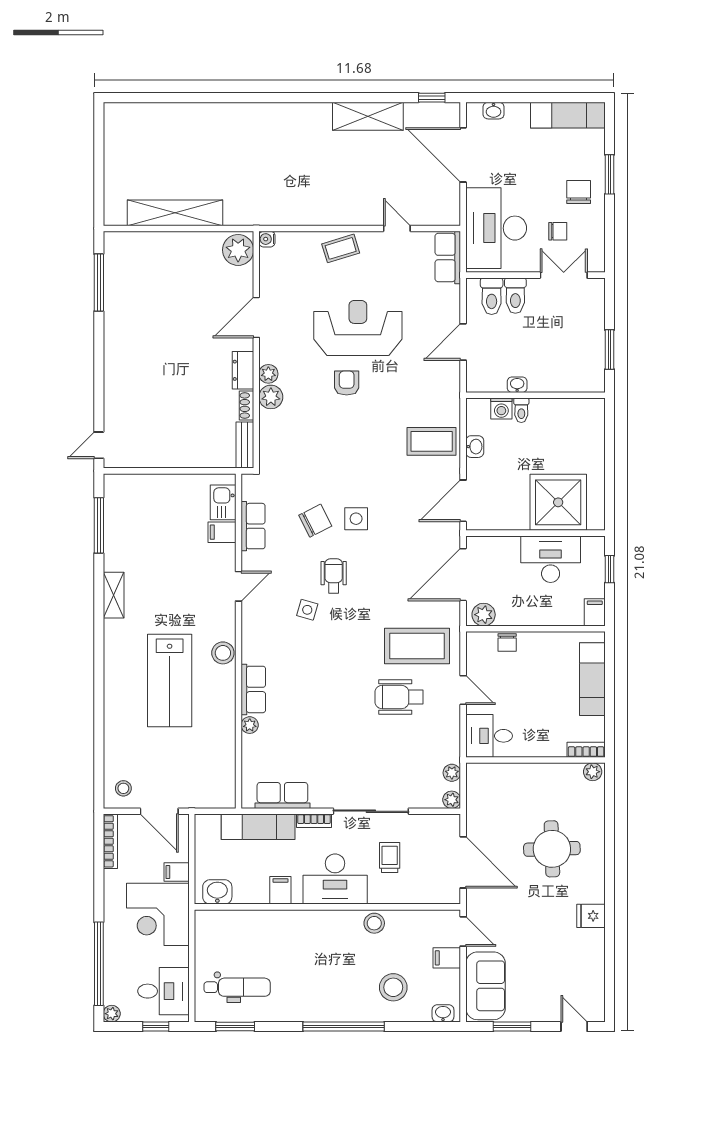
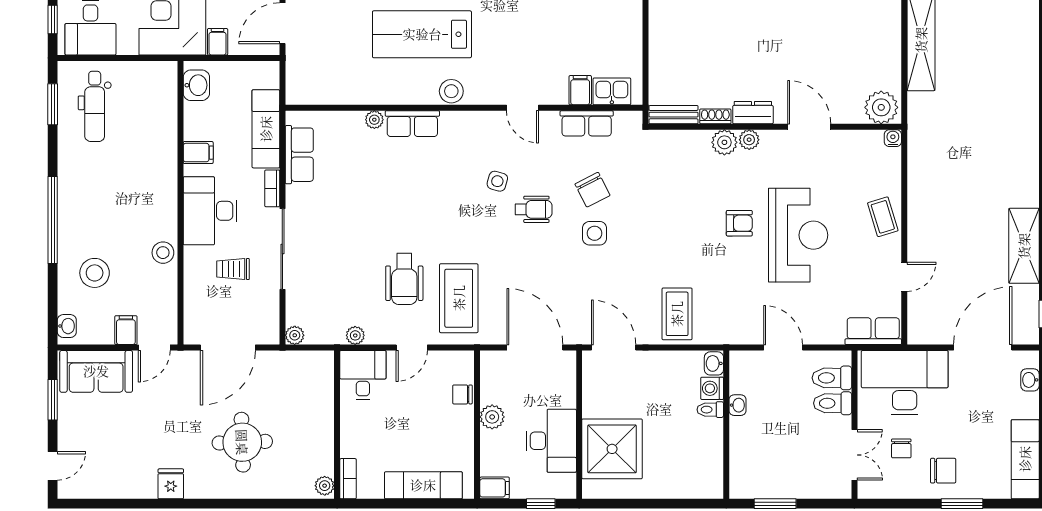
washbasin: (475, 447) -> (714, 363), moved, turned 90
plant: (484, 615) -> (492, 417), moved
wheelchair: (399, 697) -> (404, 279), turned 180
plant: (452, 773) -> (355, 335), moved
trolley: (390, 857) -> (233, 269), turned 180

